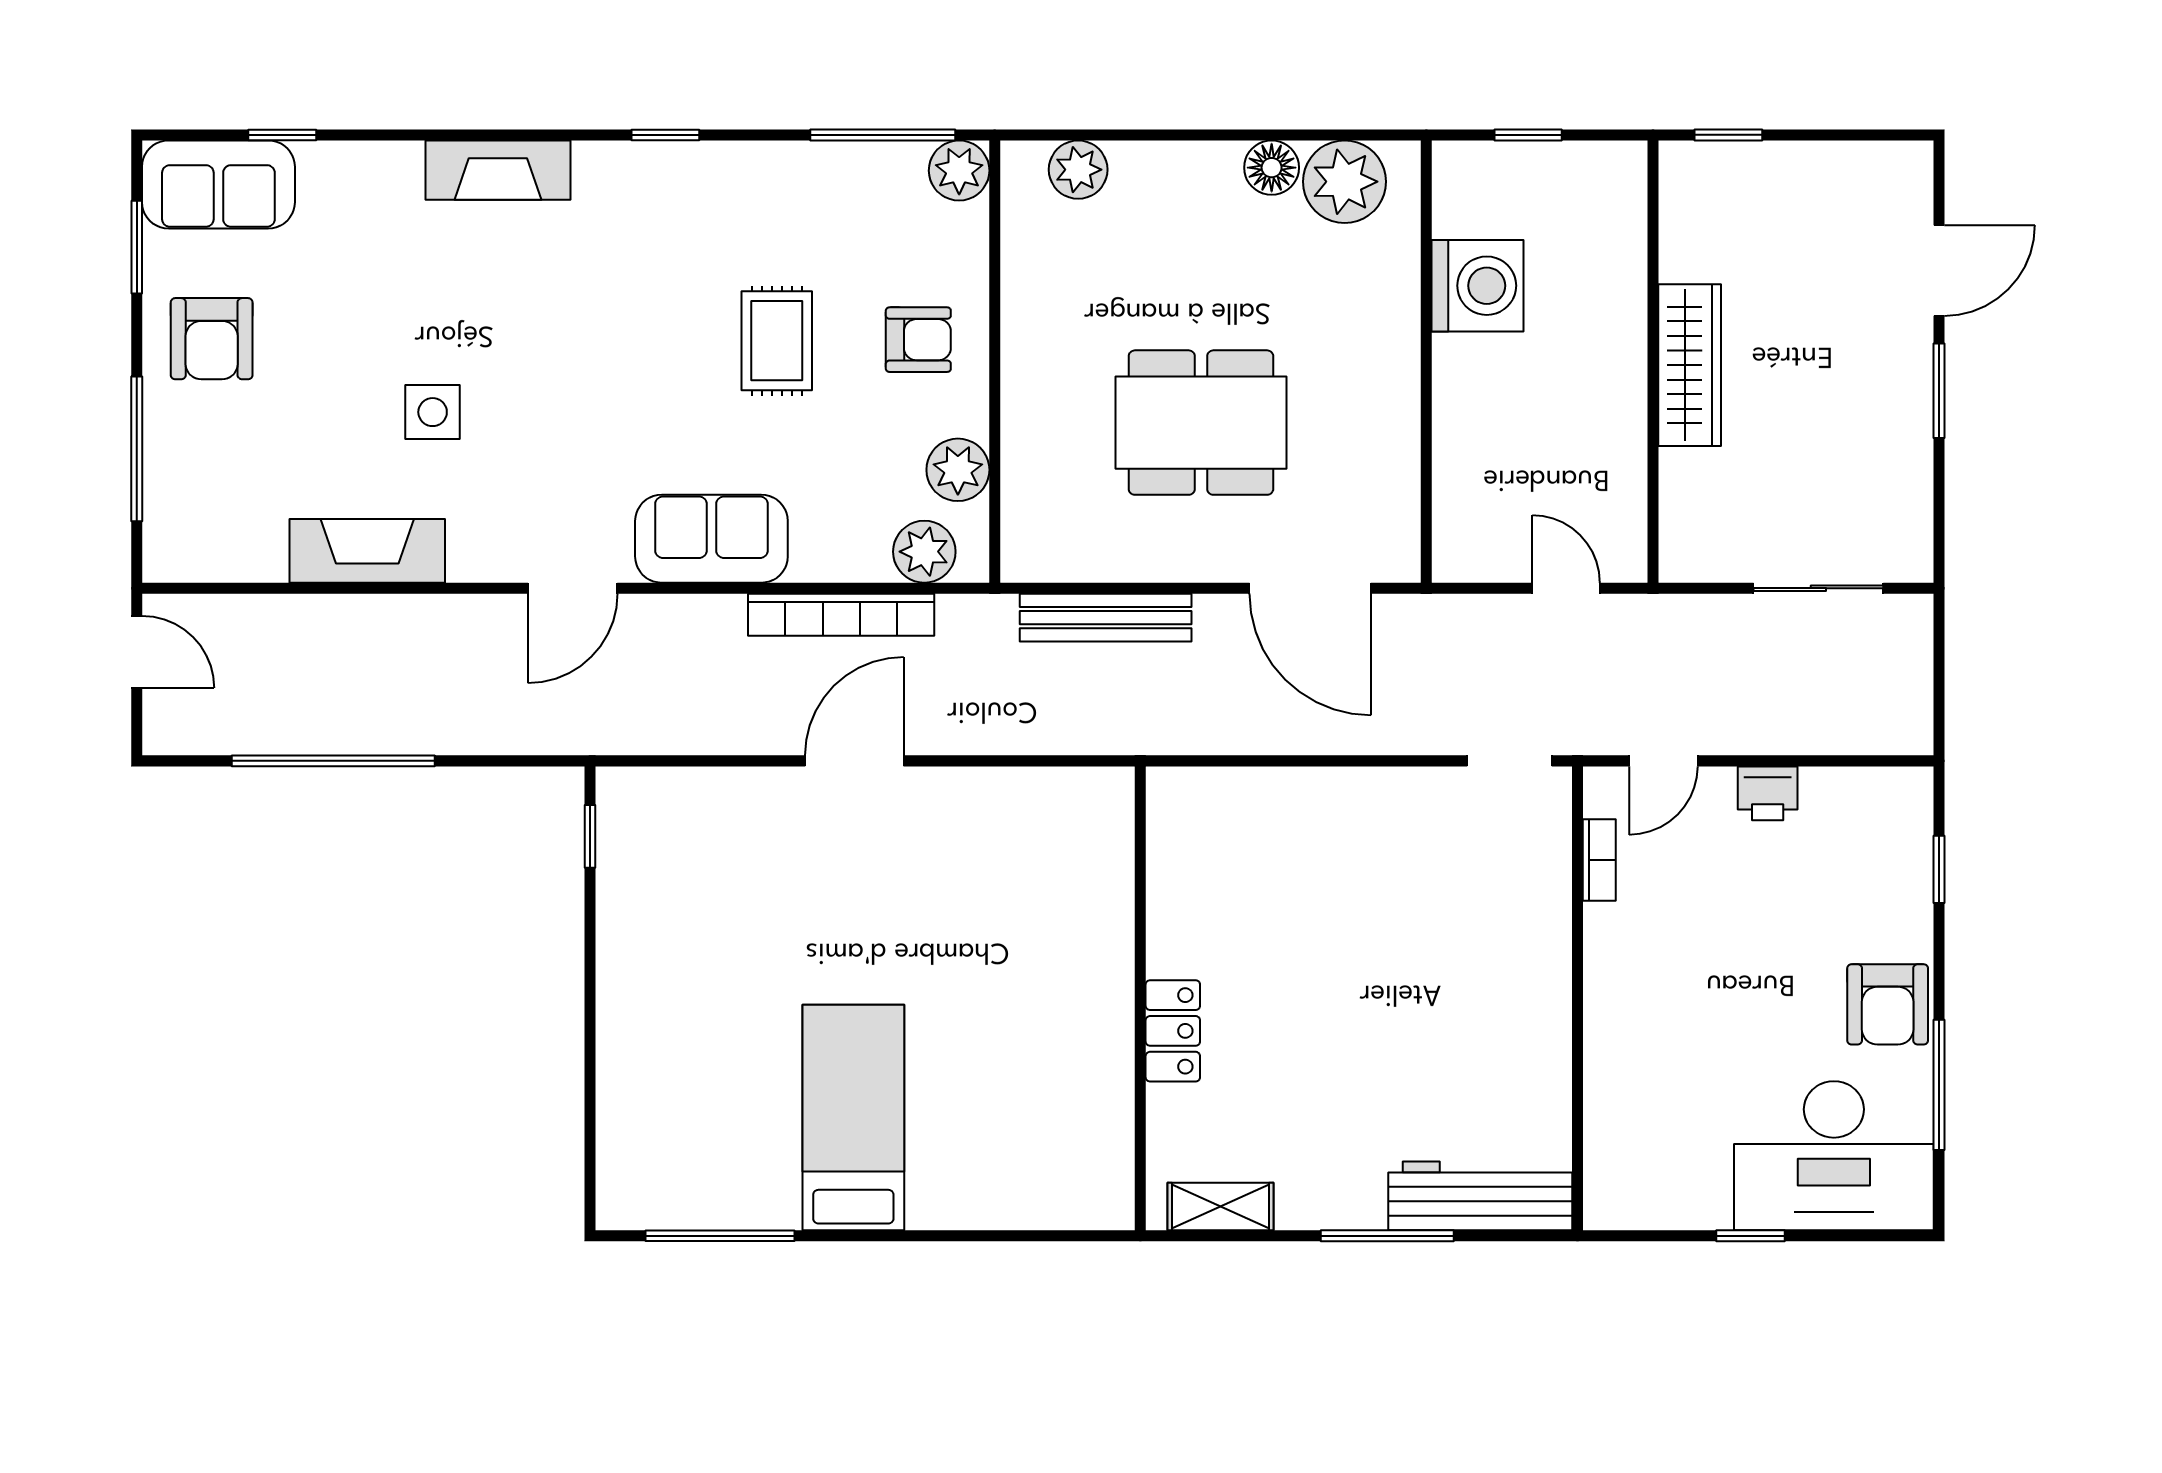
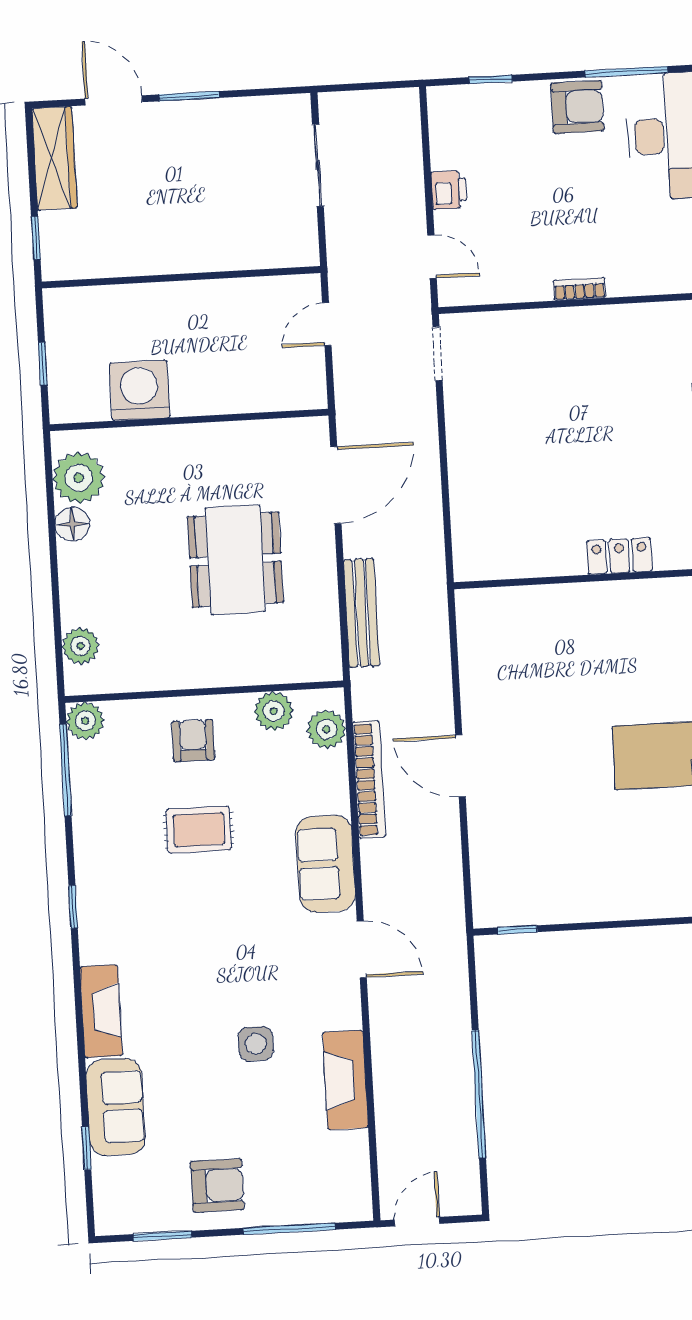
sofa: (218, 184) -> (116, 1107), moved
wardrobe: (1690, 365) -> (54, 158), moved, turned 90
bookcase: (1599, 860) -> (580, 289), moved

